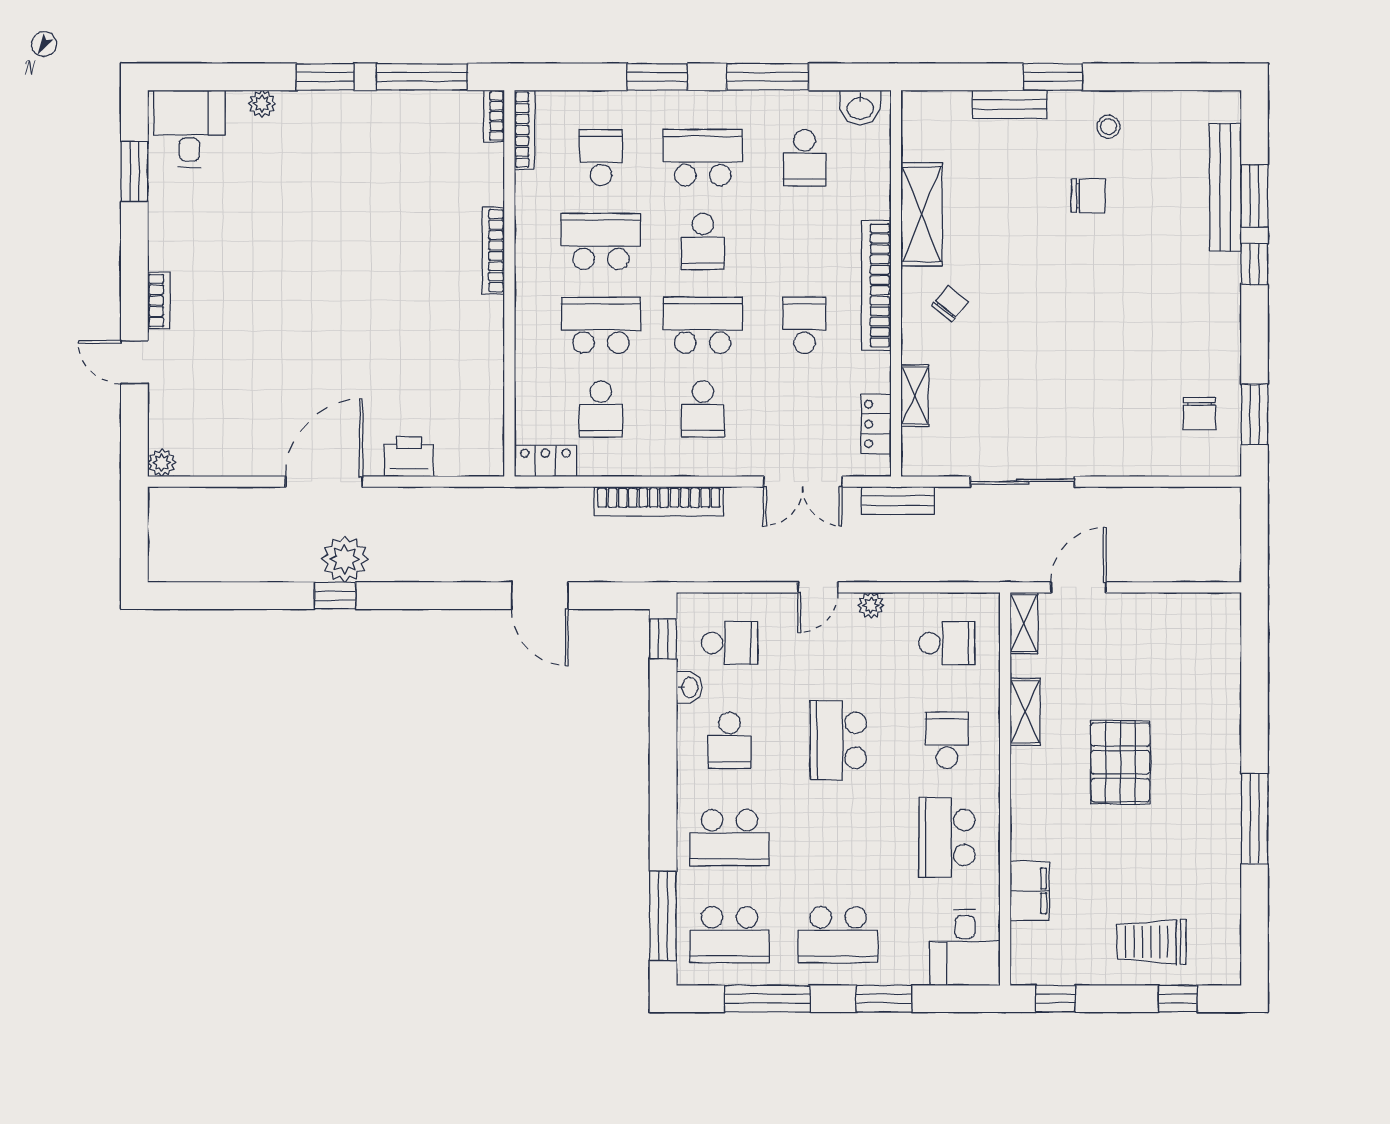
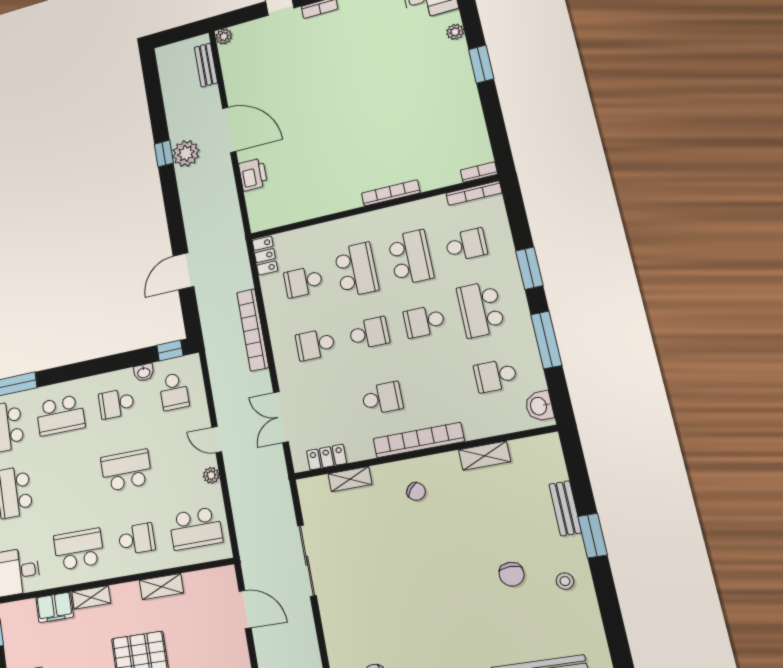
window: (422, 77) -> (495, 122), removed
school desk: (703, 158) -> (481, 309), turned 180
shelving: (922, 214) -> (485, 456), width x0.67, depth x0.75
school desk: (703, 325) -> (369, 333), width x0.54
bench: (898, 501) -> (206, 65), moved
shelving: (1024, 623) -> (91, 597), moved
school desk: (947, 643) -> (196, 528), width x1.85
school desk: (730, 838) -> (60, 415), turned -90

